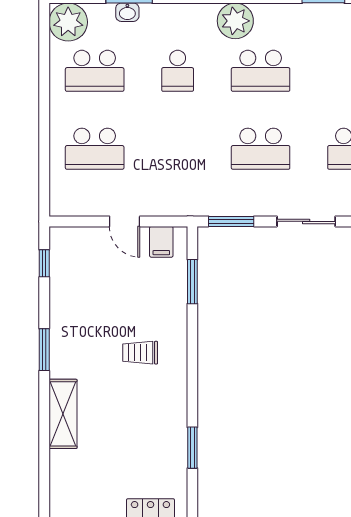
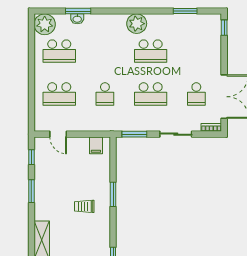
school desk: (178, 71) -> (105, 94), moved
door: (125, 221) -> (58, 134), moved
window: (192, 282) -> (113, 194), moved
window: (44, 350) -> (31, 191), moved

